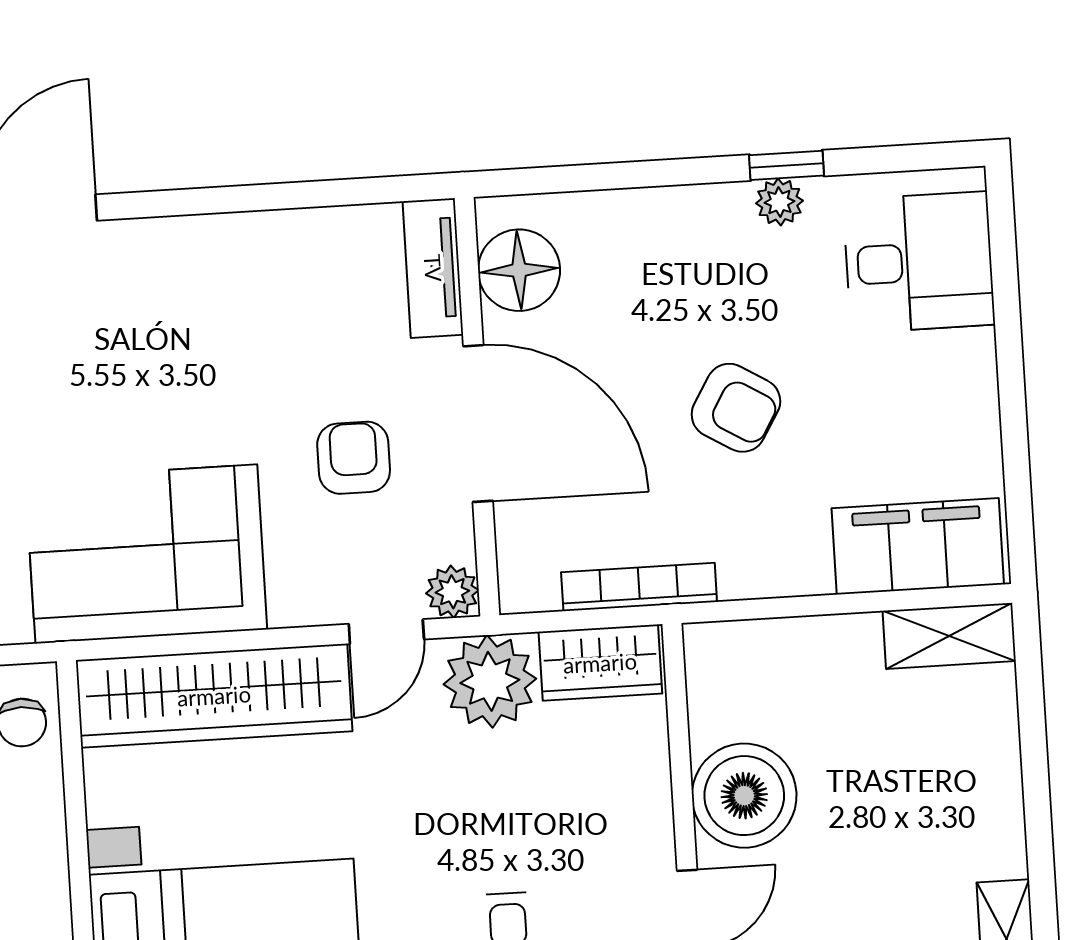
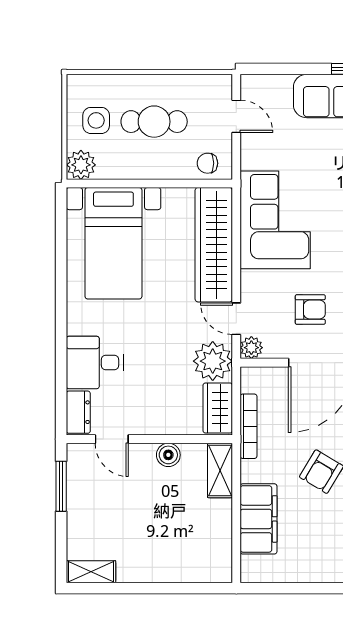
filing cabinet: (918, 546) -> (259, 519), moved
shelving: (949, 636) -> (220, 470), moved
boiler: (744, 796) -> (168, 455), width x0.54, depth x0.54

